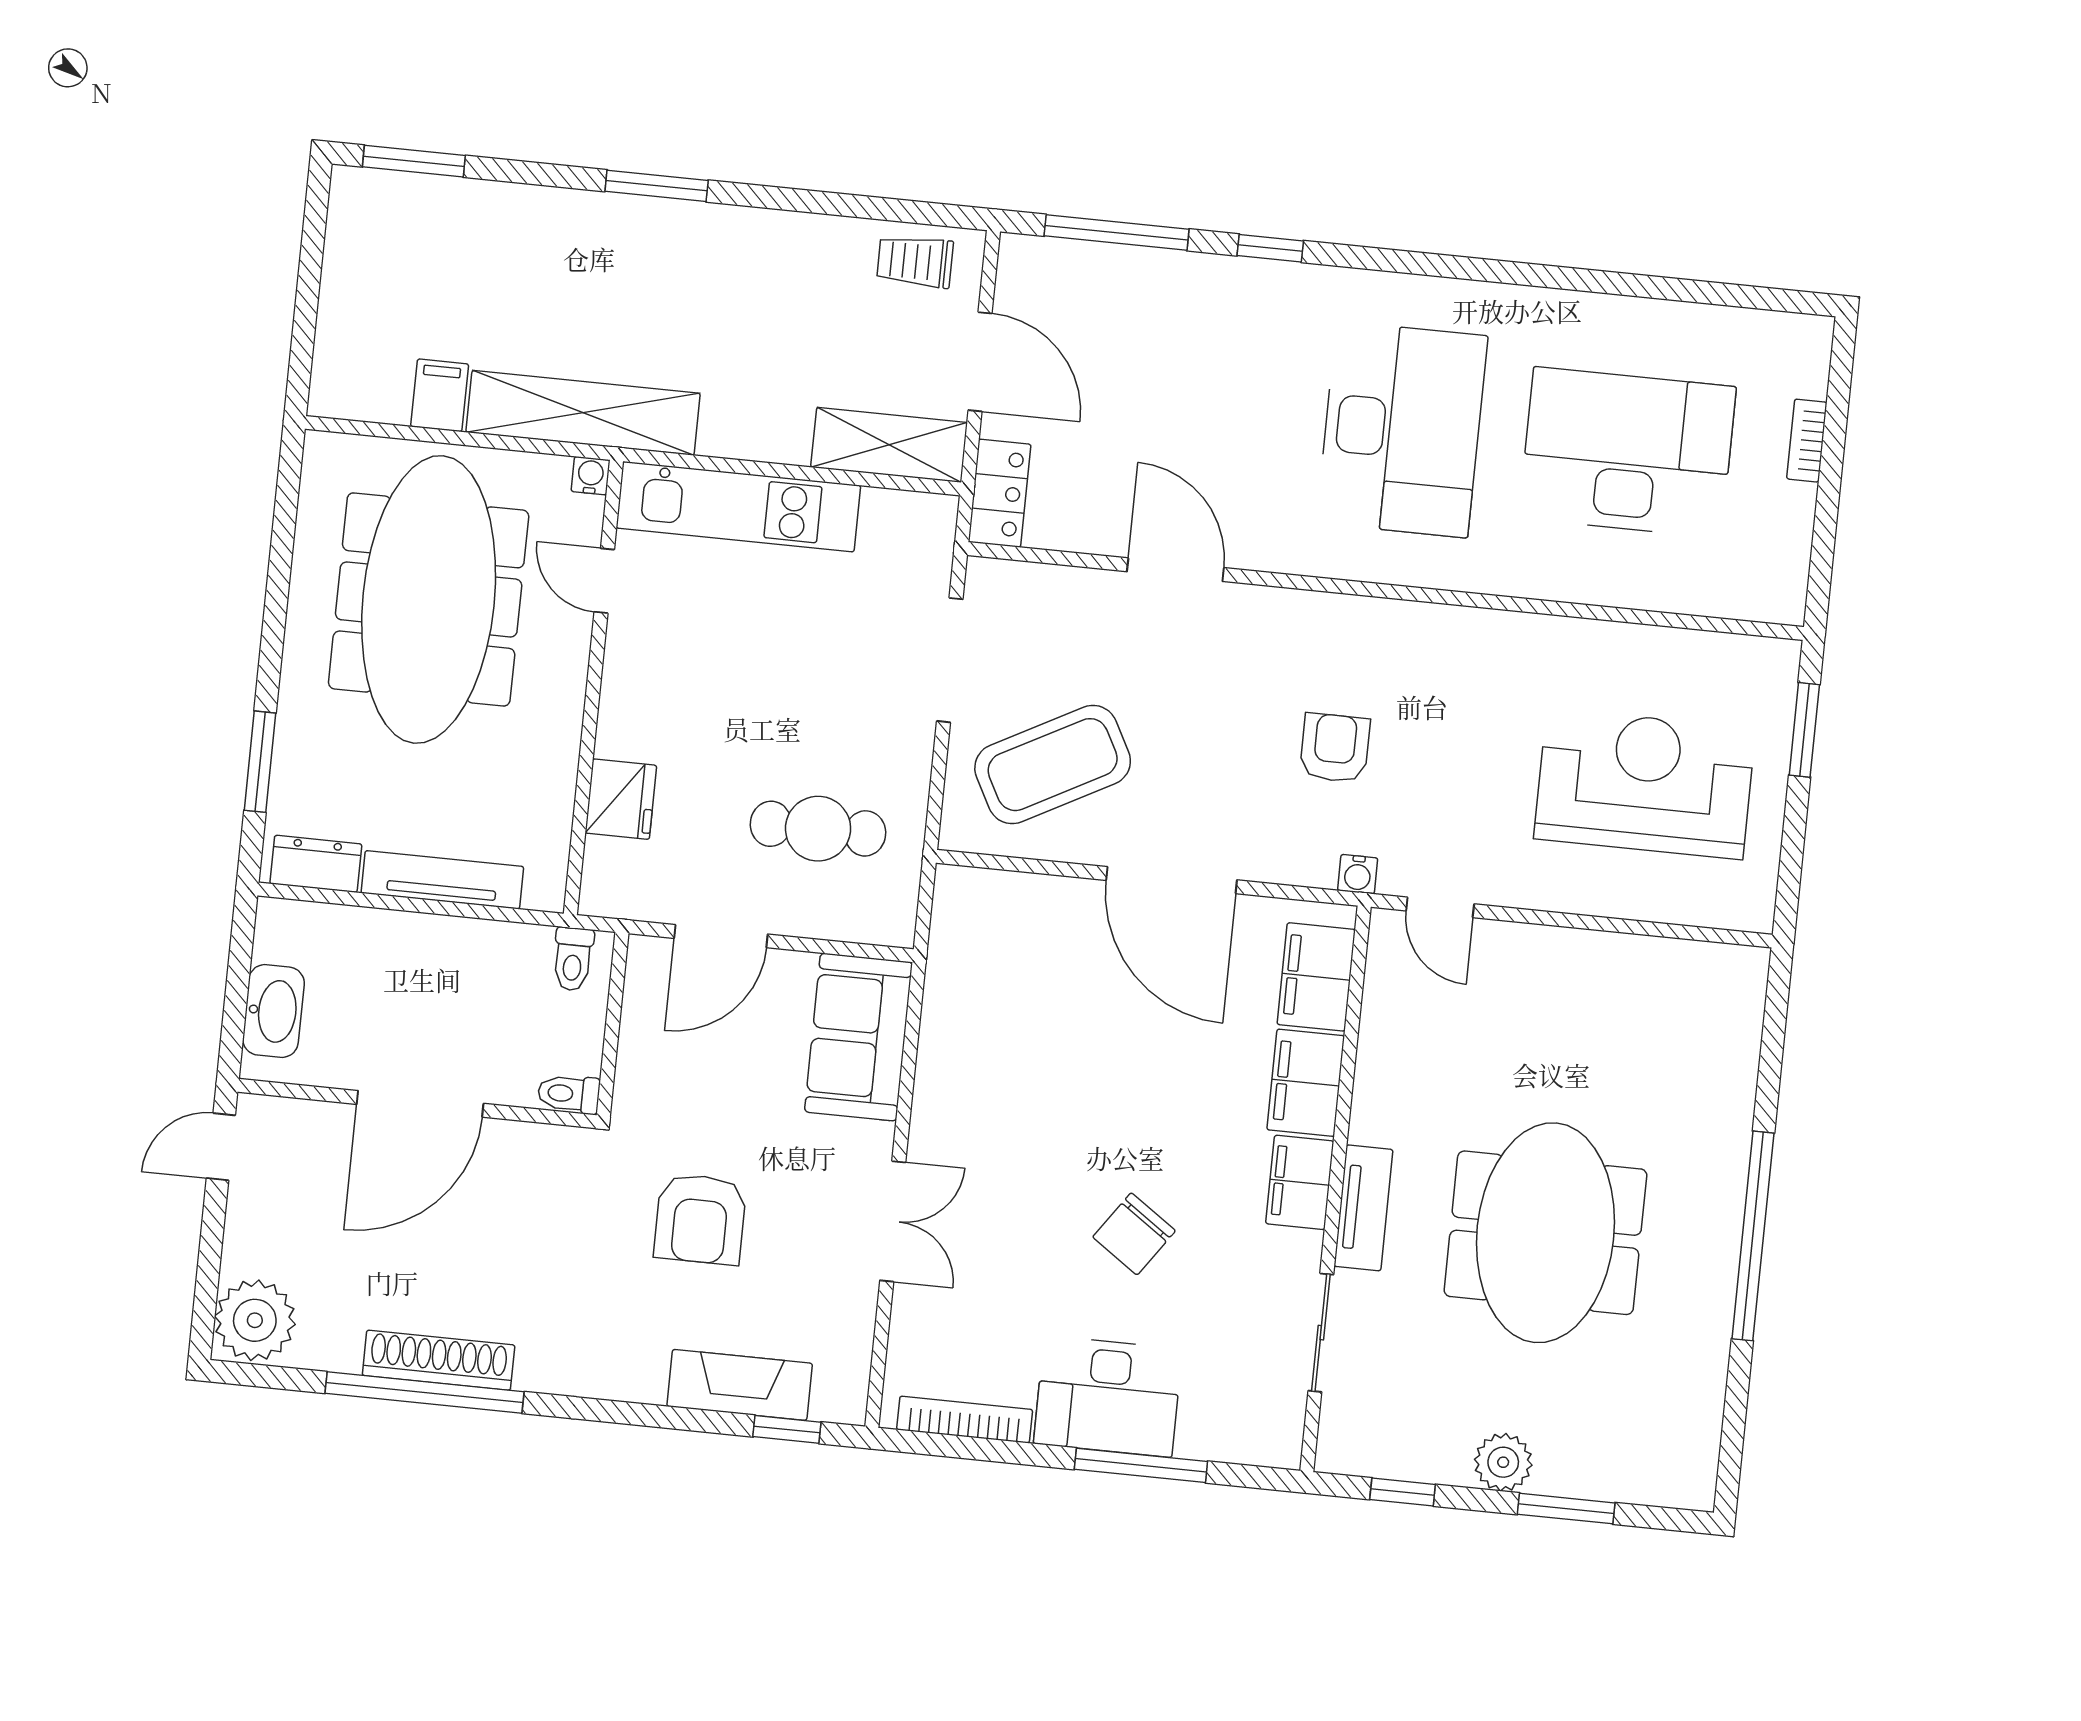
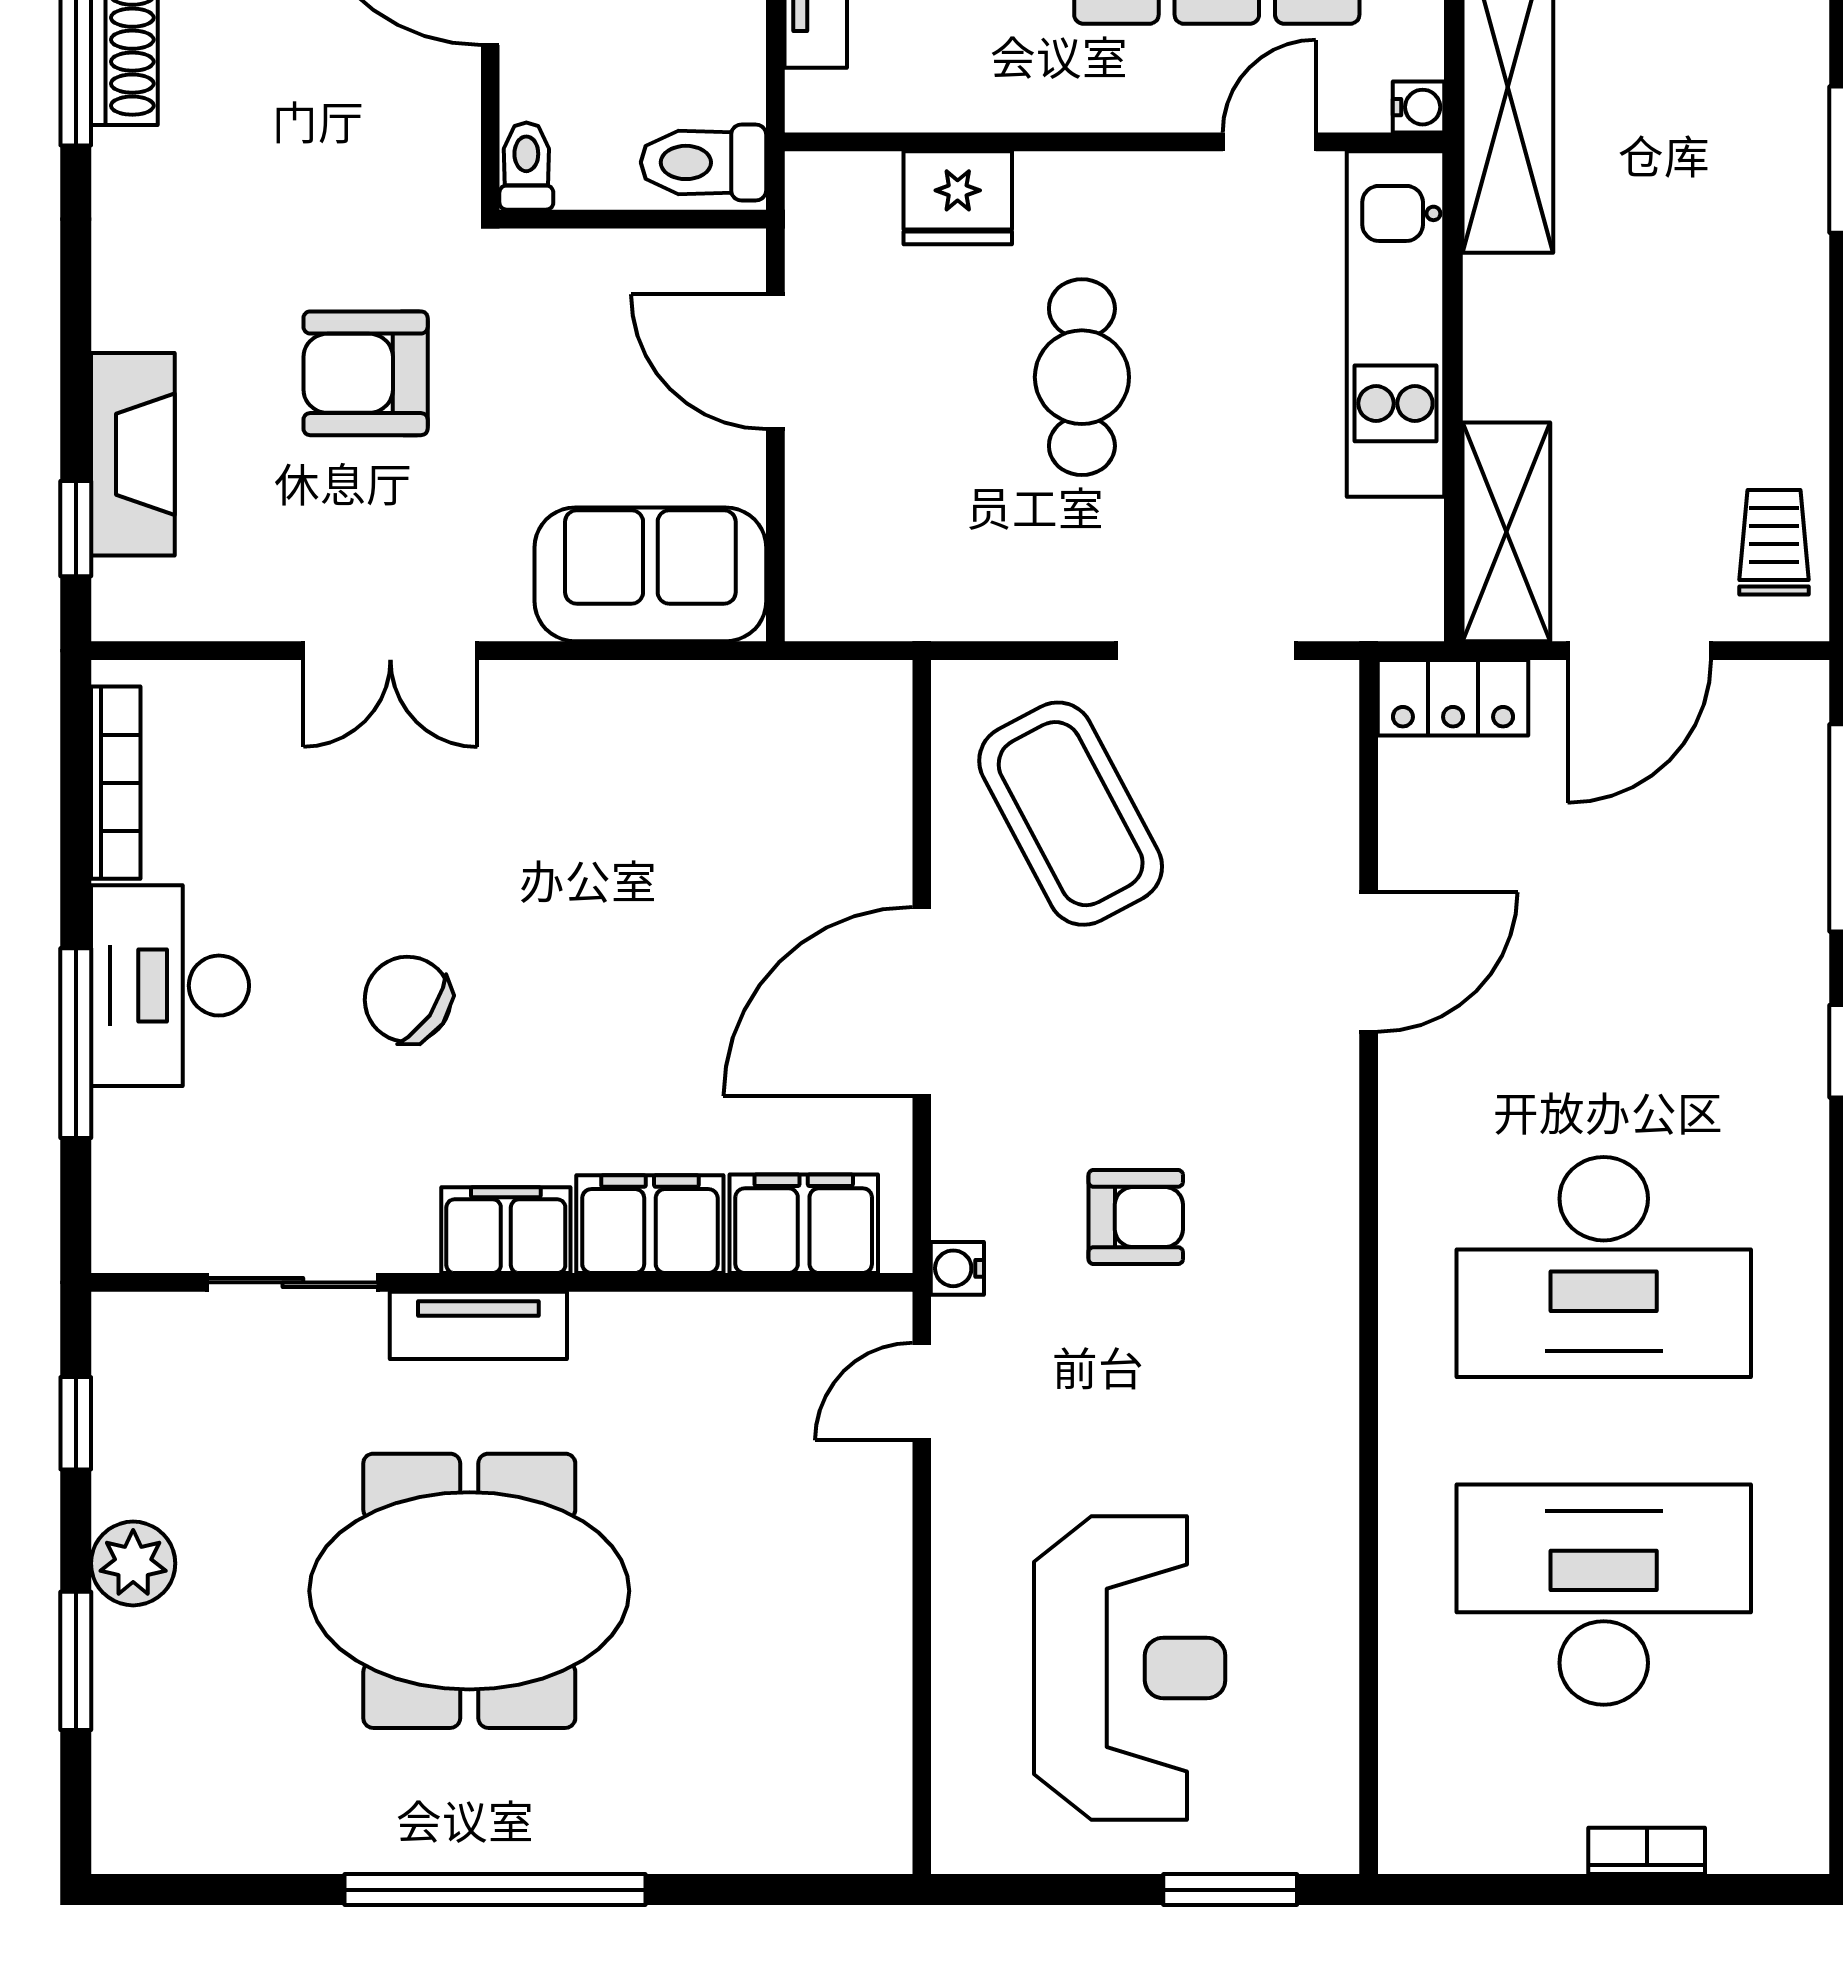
desk: (1627, 452) -> (1604, 1595), turned -90
cafe table: (818, 829) -> (1082, 377), moved
toilet: (573, 959) -> (703, 162), width x1.37, depth x1.39

